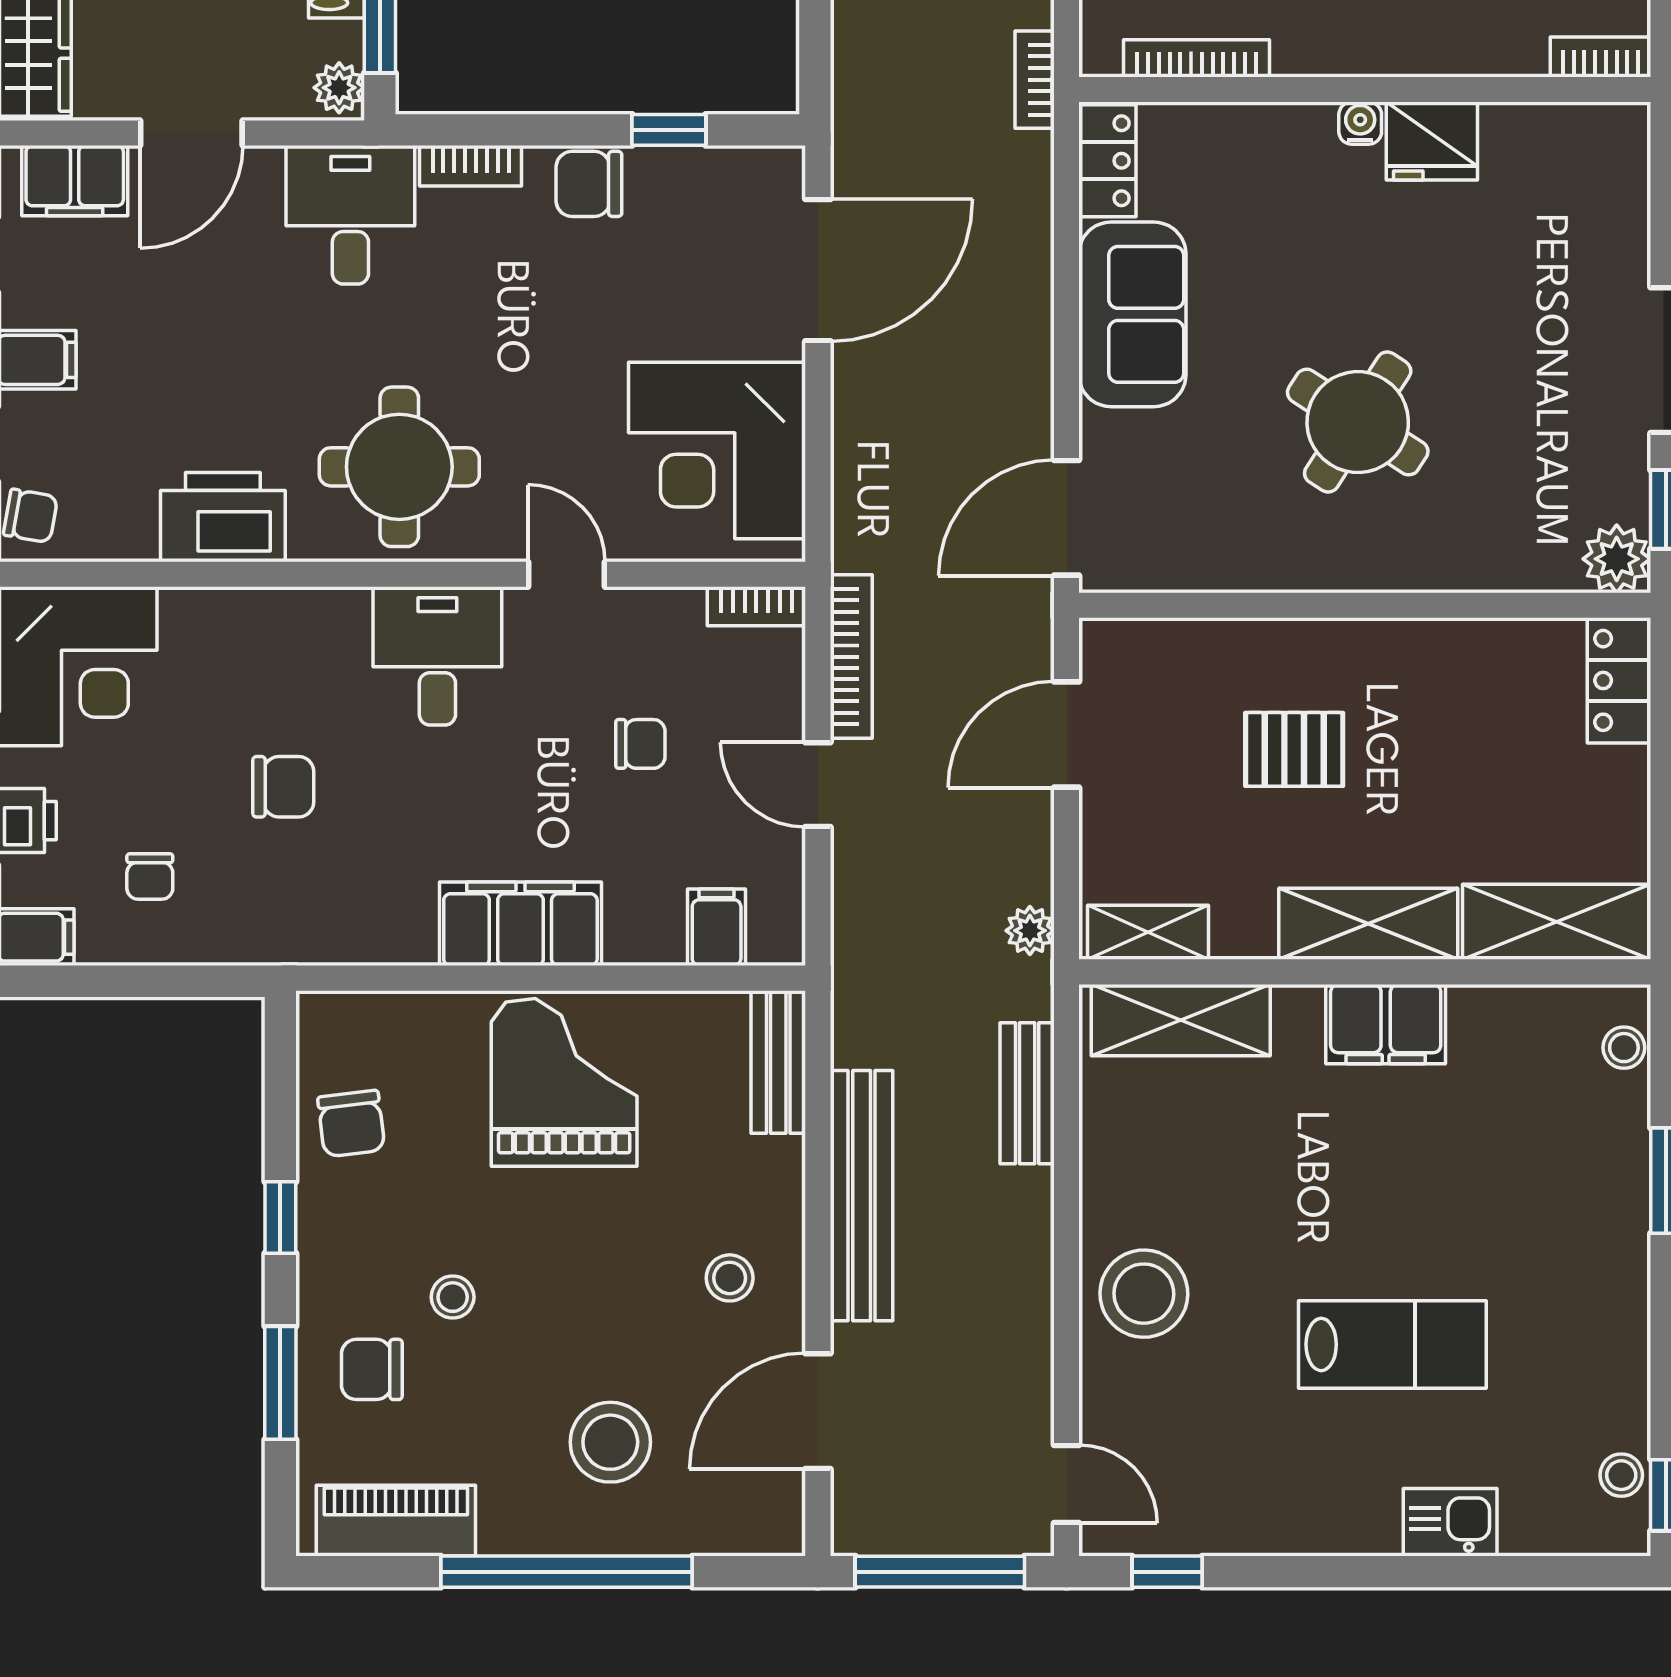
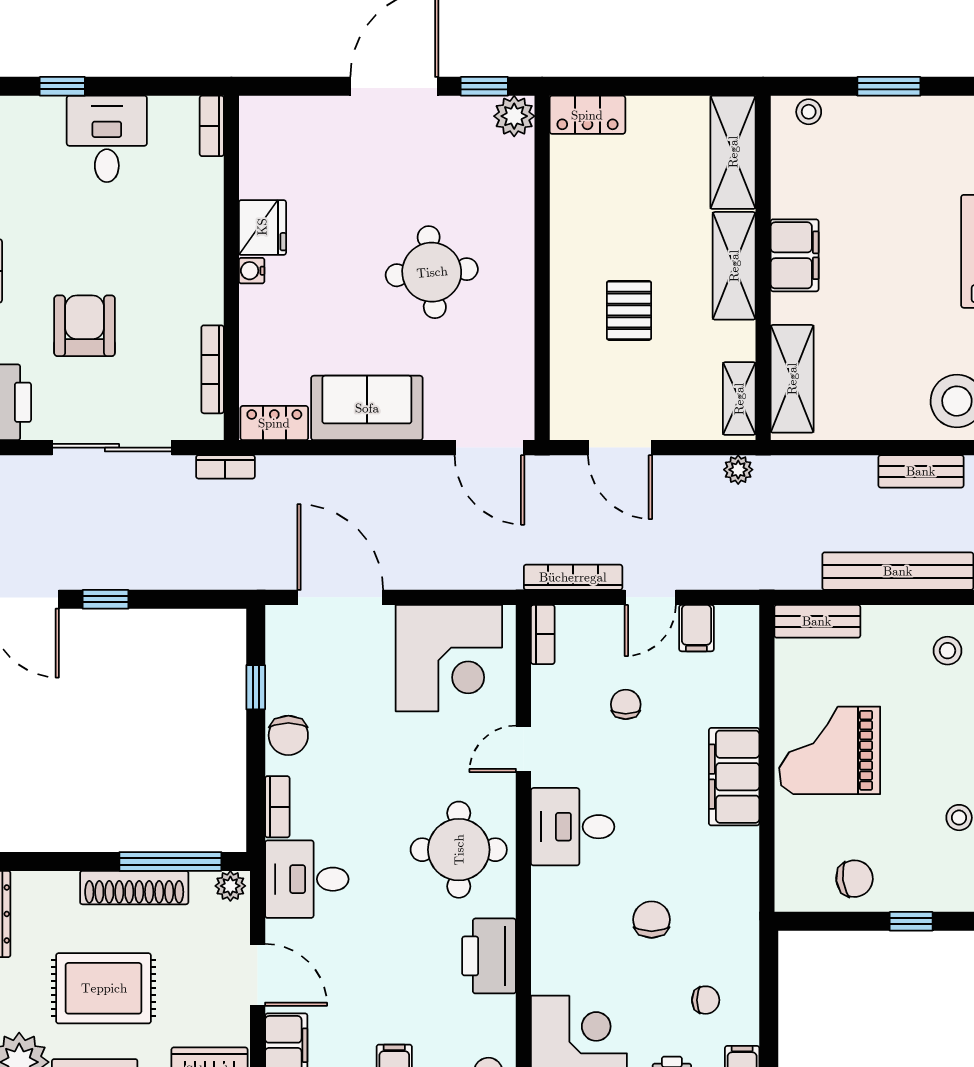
round table: (1358, 422) -> (432, 272), turned -38
filing cabinet: (717, 927) -> (696, 628), moved, turned -90
bench: (1027, 1093) -> (921, 471), moved

